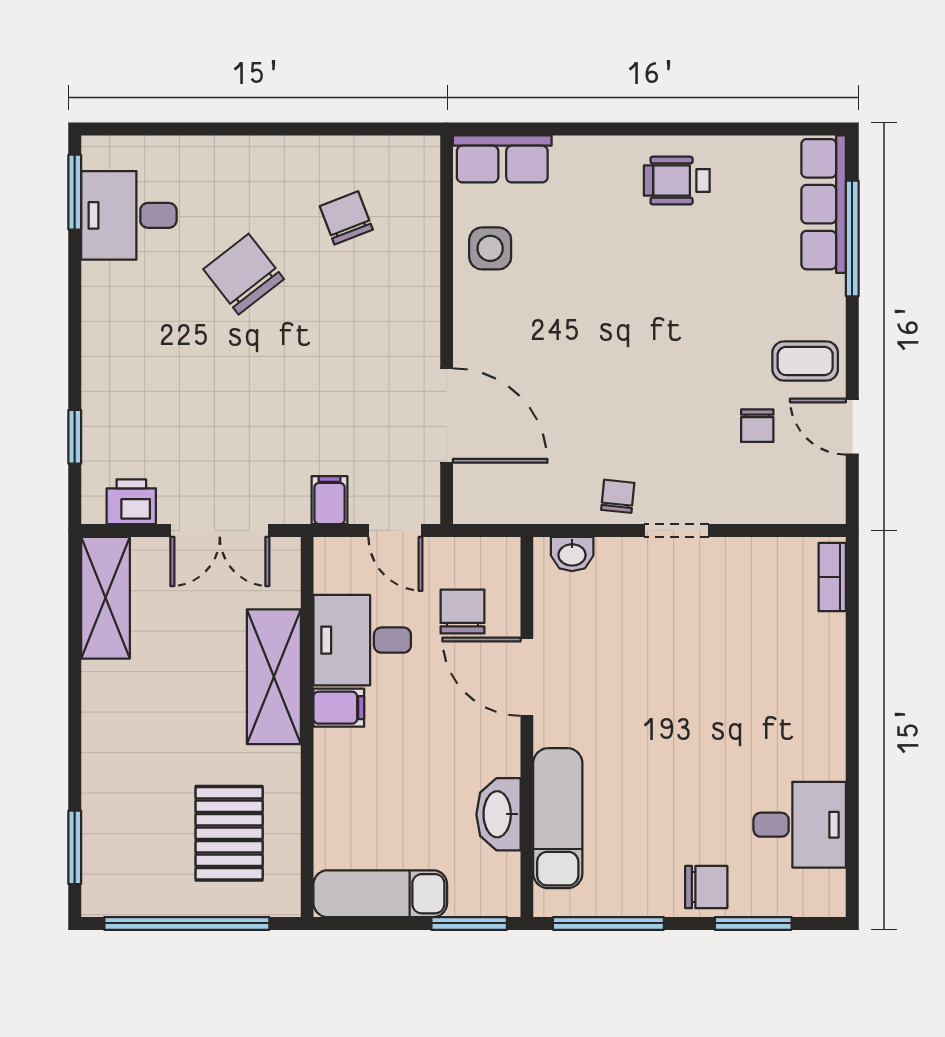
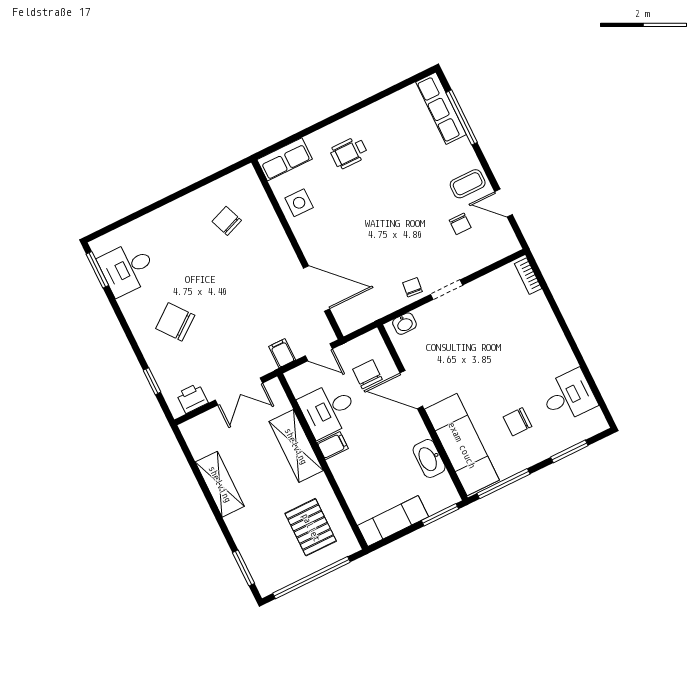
wheelchair: (677, 181) -> (349, 153), moved
chair: (244, 274) -> (175, 322), moved
shelving: (105, 598) -> (220, 484), moved
exam couch: (558, 818) -> (462, 445), width x1.36, depth x1.45
chair: (706, 887) -> (517, 422), moved, turned 180

